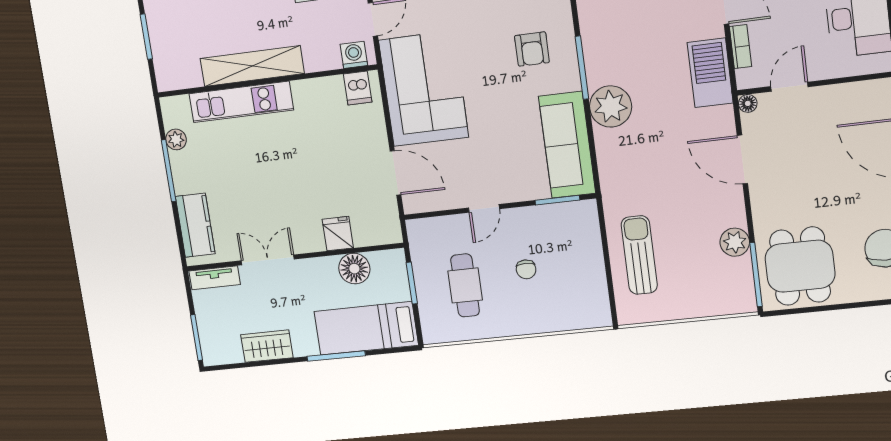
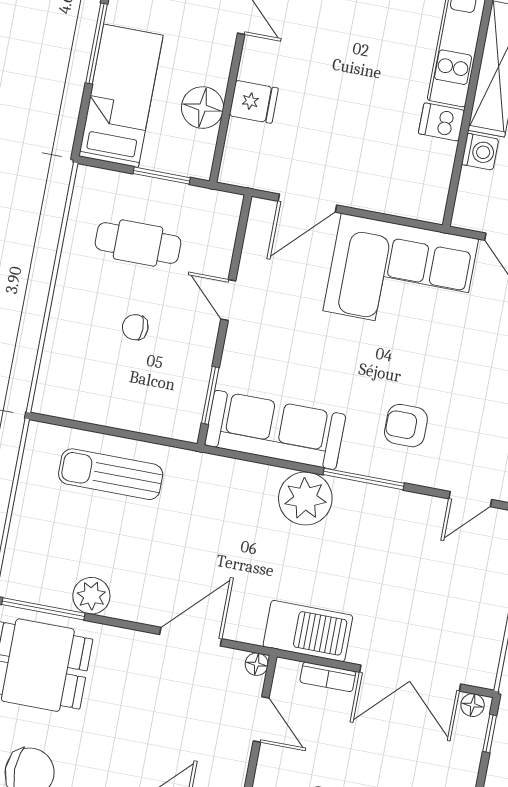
washing machine: (354, 55) -> (480, 152), moved
dishwasher: (358, 88) -> (442, 122), moved
sun lounger: (639, 255) -> (111, 474), turned 180

